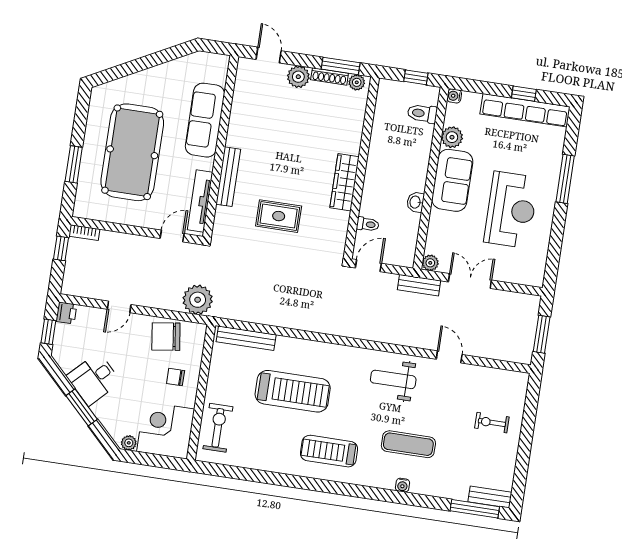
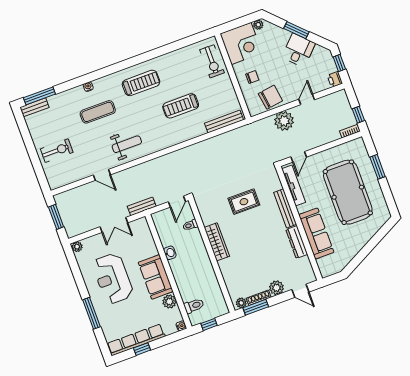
dresser: (237, 123) -> (297, 242), added
plant: (430, 263) -> (77, 247), moved
plant: (198, 300) -> (284, 121), moved
treadmill: (293, 391) -> (181, 106), width x0.73, depth x0.73
exercise bike: (492, 423) -> (57, 151), width x1.38, depth x1.39

